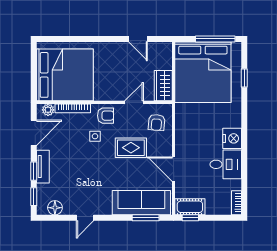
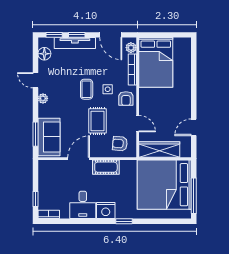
bed: (65, 75) -> (156, 62), width x0.73
window: (244, 78) -> (124, 221), moved
wardrobe: (163, 86) -> (159, 150), width x1.50
coffee table: (95, 160) -> (87, 89), added
tv unit: (43, 167) -> (75, 43), width x1.41
sofa: (141, 203) -> (49, 137), width x0.73
cot: (190, 207) -> (106, 167), moved, turned 90
plant: (106, 209) -> (43, 98), added
window: (190, 218) -> (35, 199), moved

